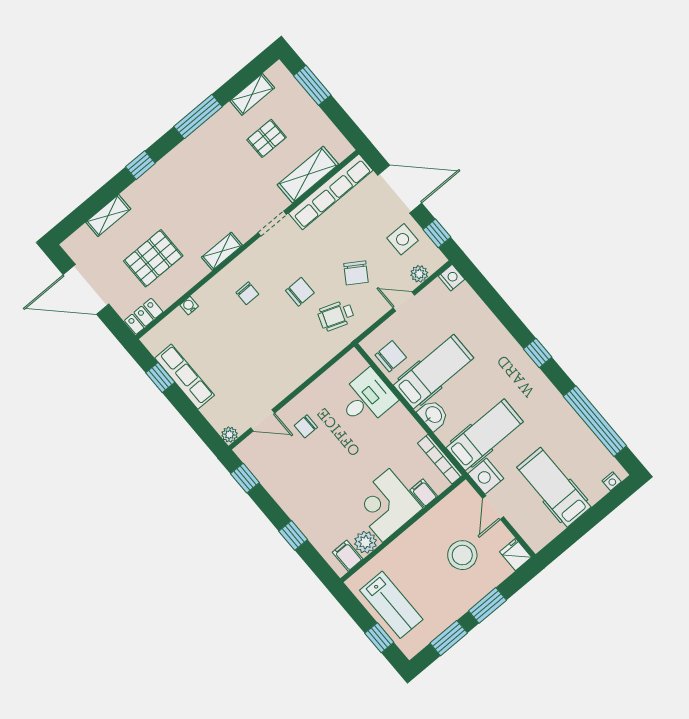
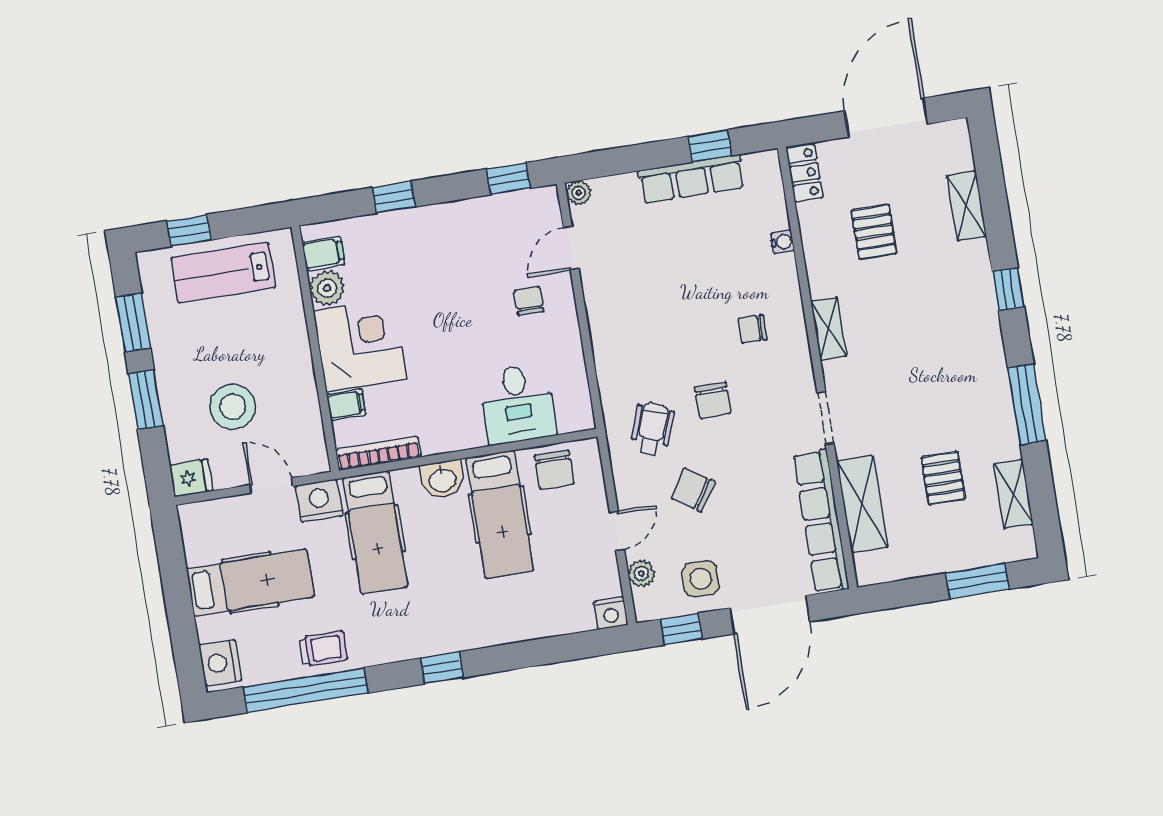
pallet: (153, 258) -> (874, 232), width x0.67, depth x0.71
trolley: (566, 425) -> (323, 649), added
nightstand: (612, 481) -> (220, 663), width x1.89, depth x1.79

